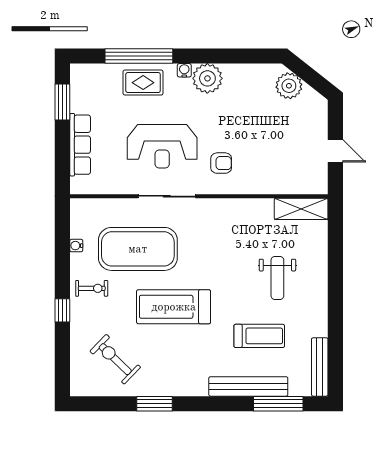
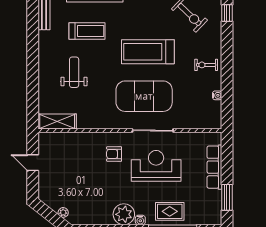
plant: (289, 86) -> (63, 212), width x0.53, depth x0.53
exercise mat: (138, 249) -> (144, 96), moved
treadmill: (174, 307) -> (148, 52), turned 180
window: (62, 310) -> (227, 13), moved
treadmill: (259, 336) -> (87, 31), turned 180

